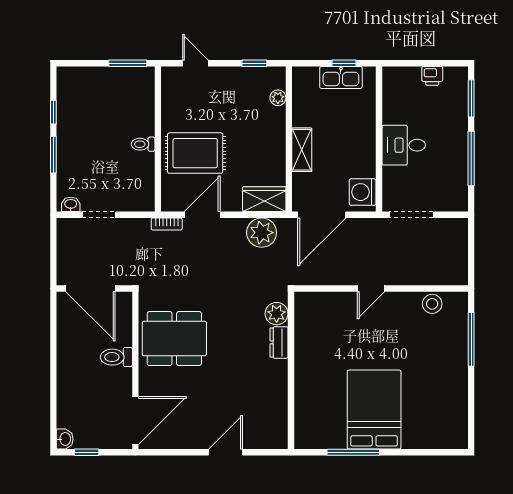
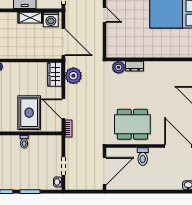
shelving: (302, 150) -> (30, 18), moved
dining table: (174, 339) -> (132, 124), turned 90

